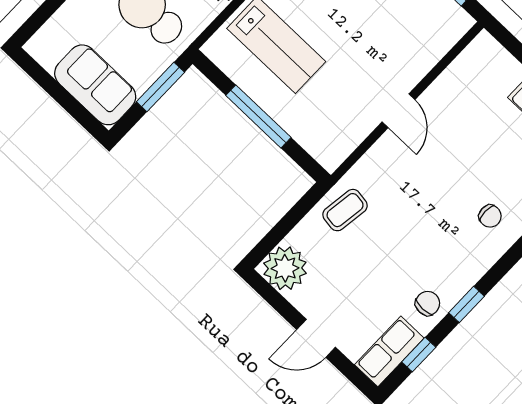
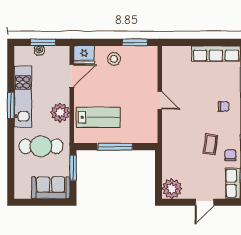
coffee table: (345, 210) -> (210, 144), moved

